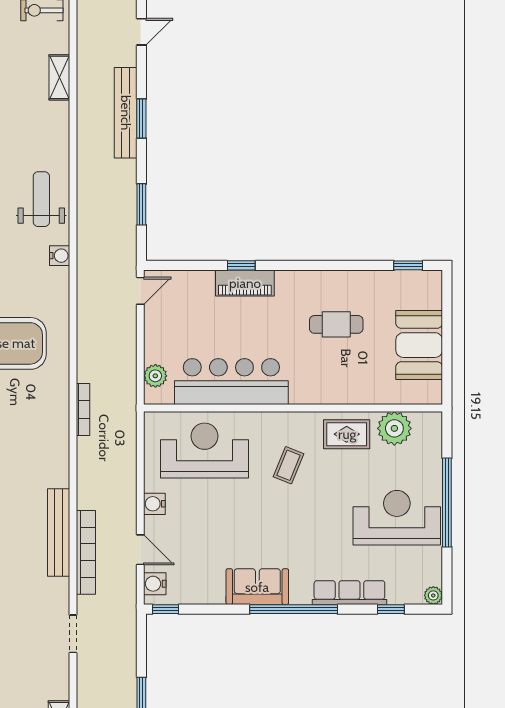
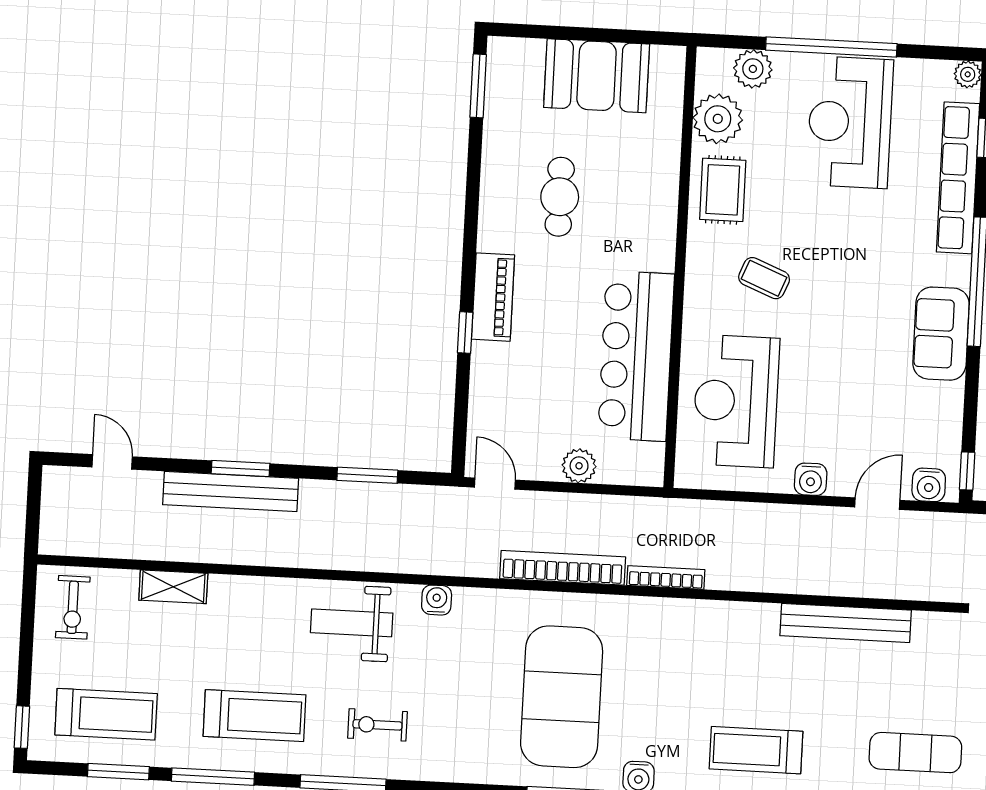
window: (408, 265) -> (478, 86), width x1.50
piano: (245, 283) -> (493, 297), moved
plant: (155, 376) -> (579, 466), moved
plant: (429, 450) -> (753, 69), added
bookcase: (86, 552) -> (563, 568), moved
row of seats: (349, 593) -> (958, 178), width x1.36

